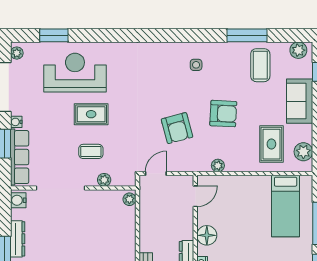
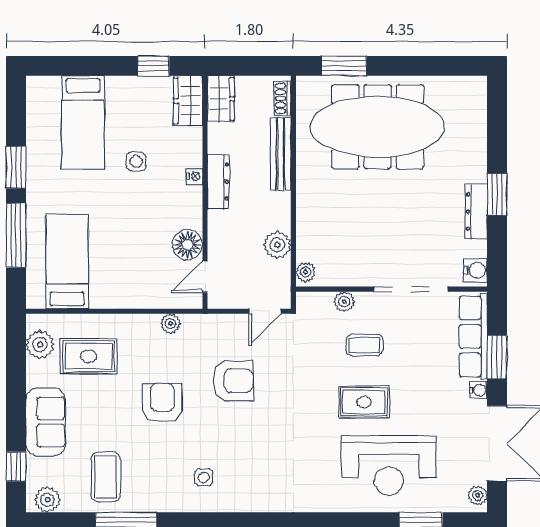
armchair: (223, 114) -> (162, 403), turned 87
armchair: (177, 128) -> (233, 381), turned 105
rug: (271, 144) -> (89, 356), turned 90
plant: (148, 217) -> (277, 245), added
floor lamp: (207, 235) -> (187, 245), moved

